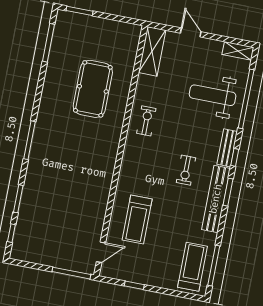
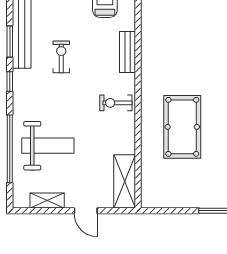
shelving: (238, 51) -> (47, 200), moved
exercise bike: (146, 121) -> (116, 103), turned 90
bench: (227, 148) -> (127, 52), moved

